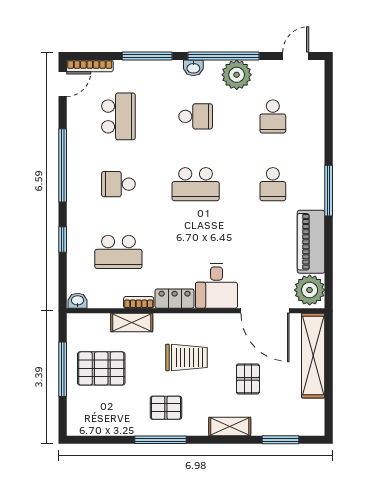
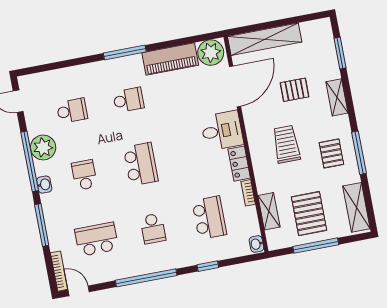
shelving: (132, 322) -> (269, 211), moved
shelving: (98, 425) -> (356, 207), added

